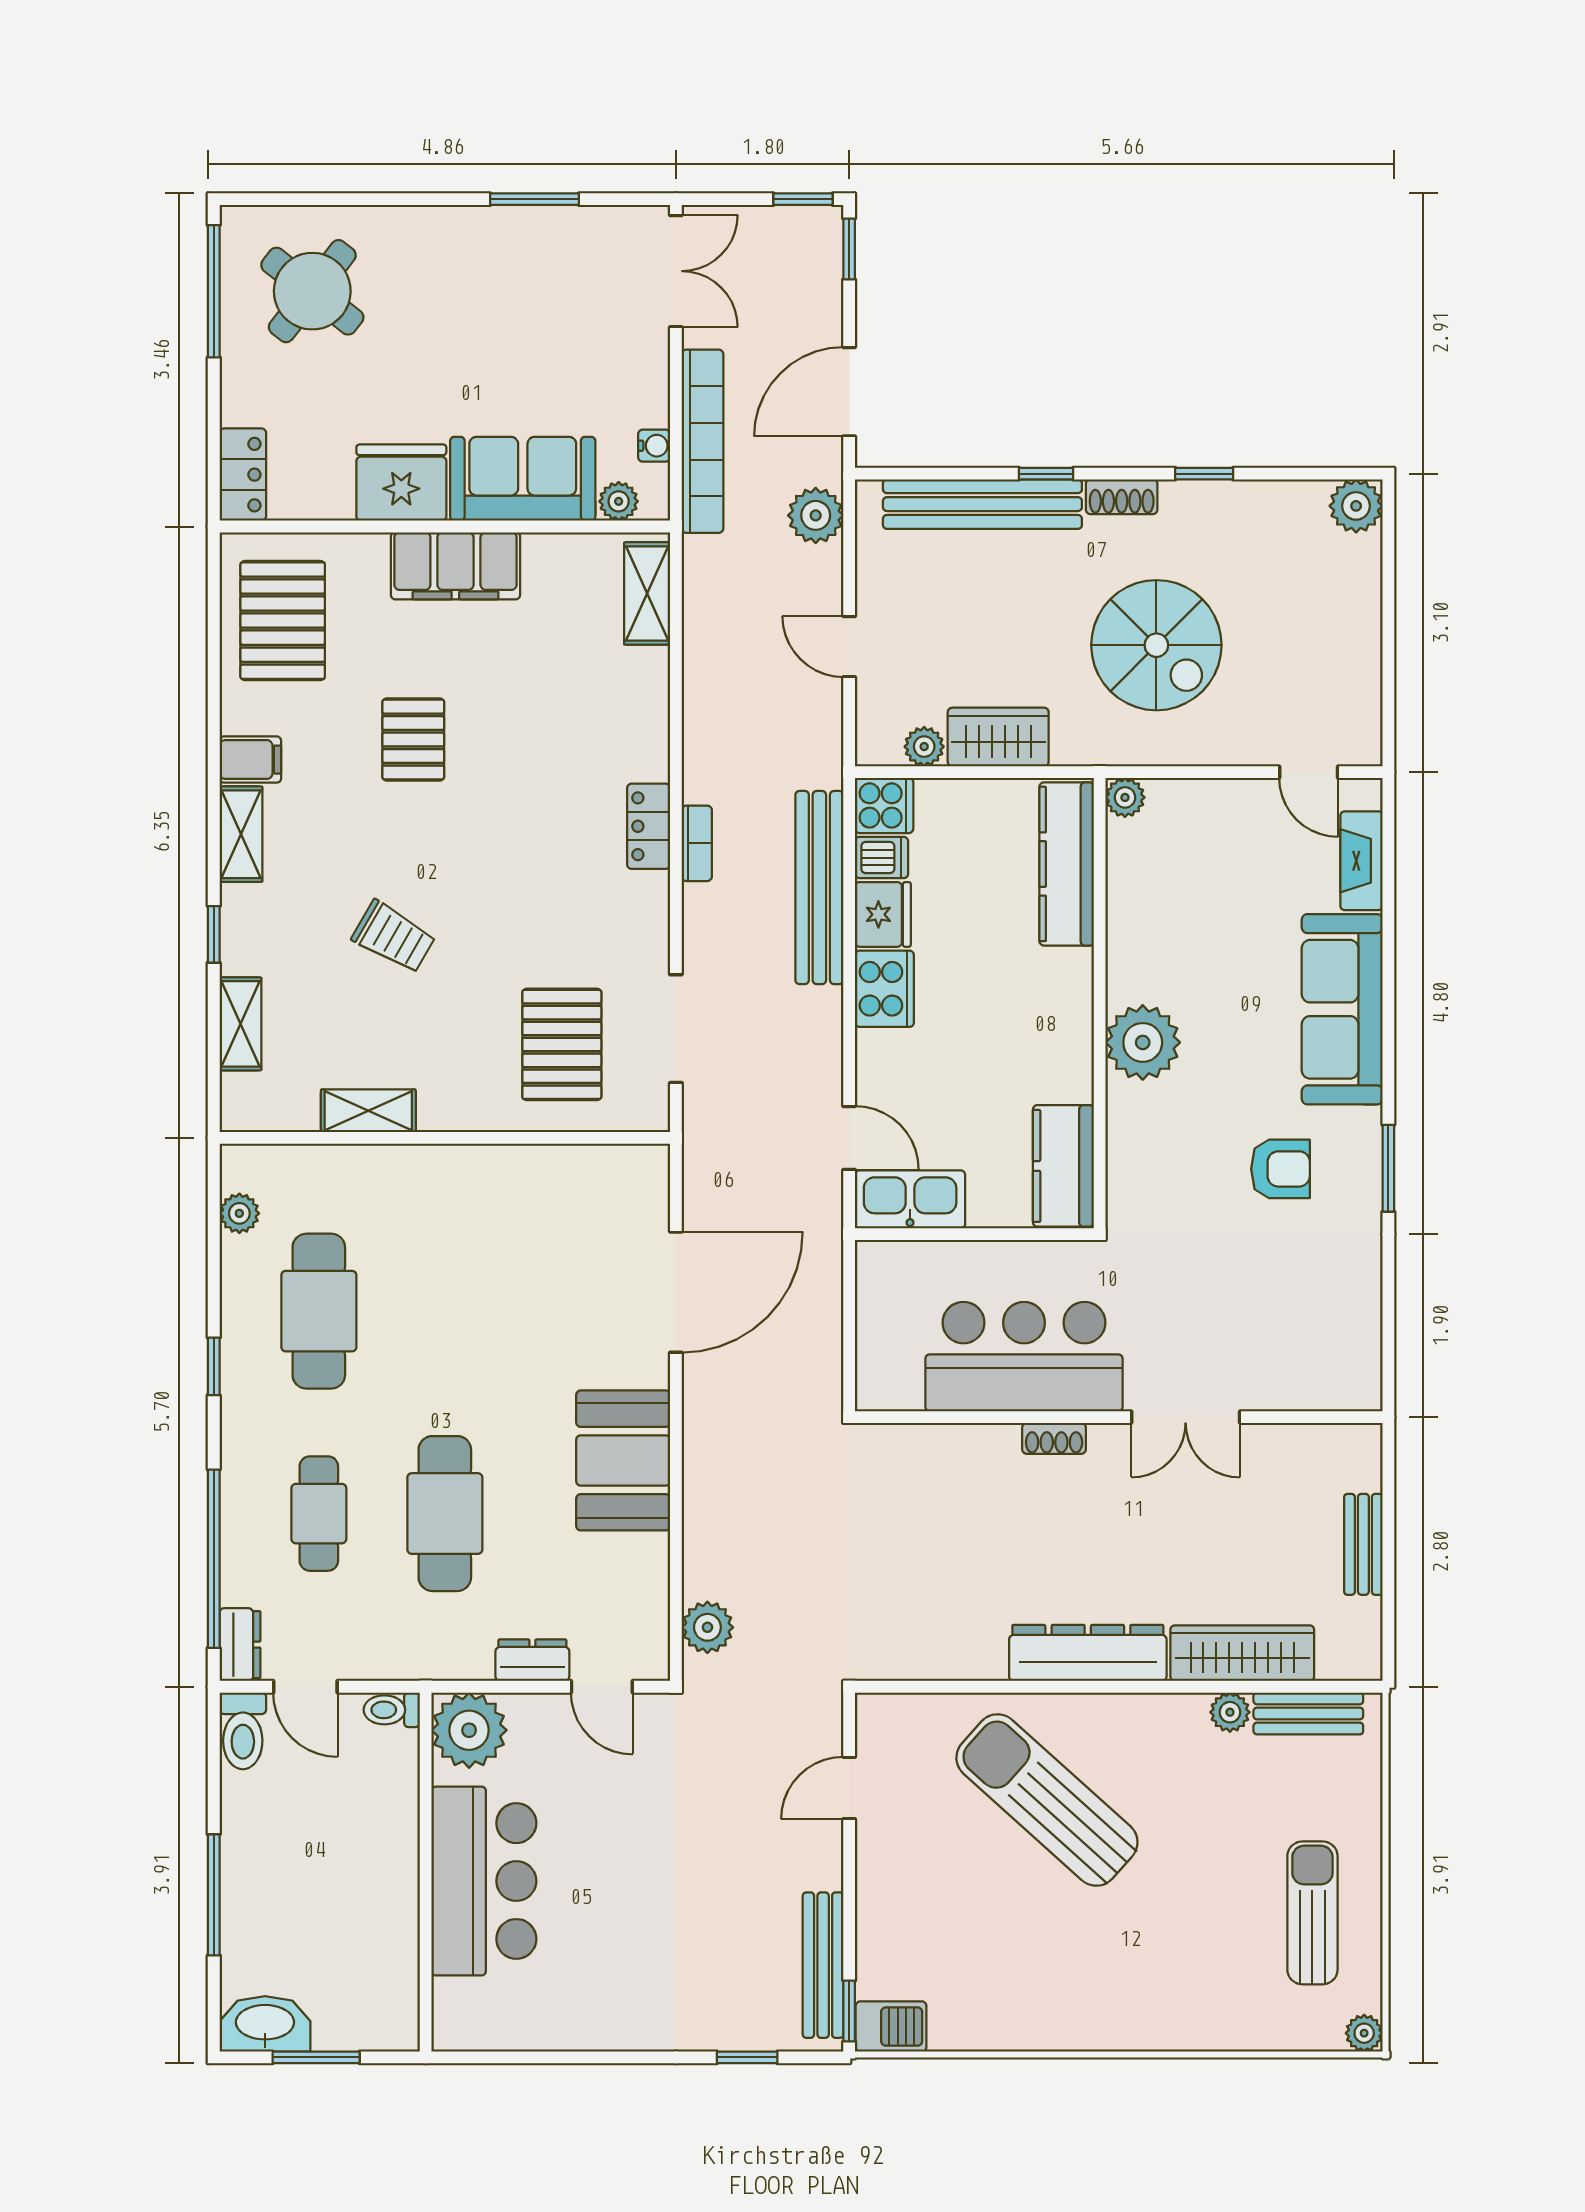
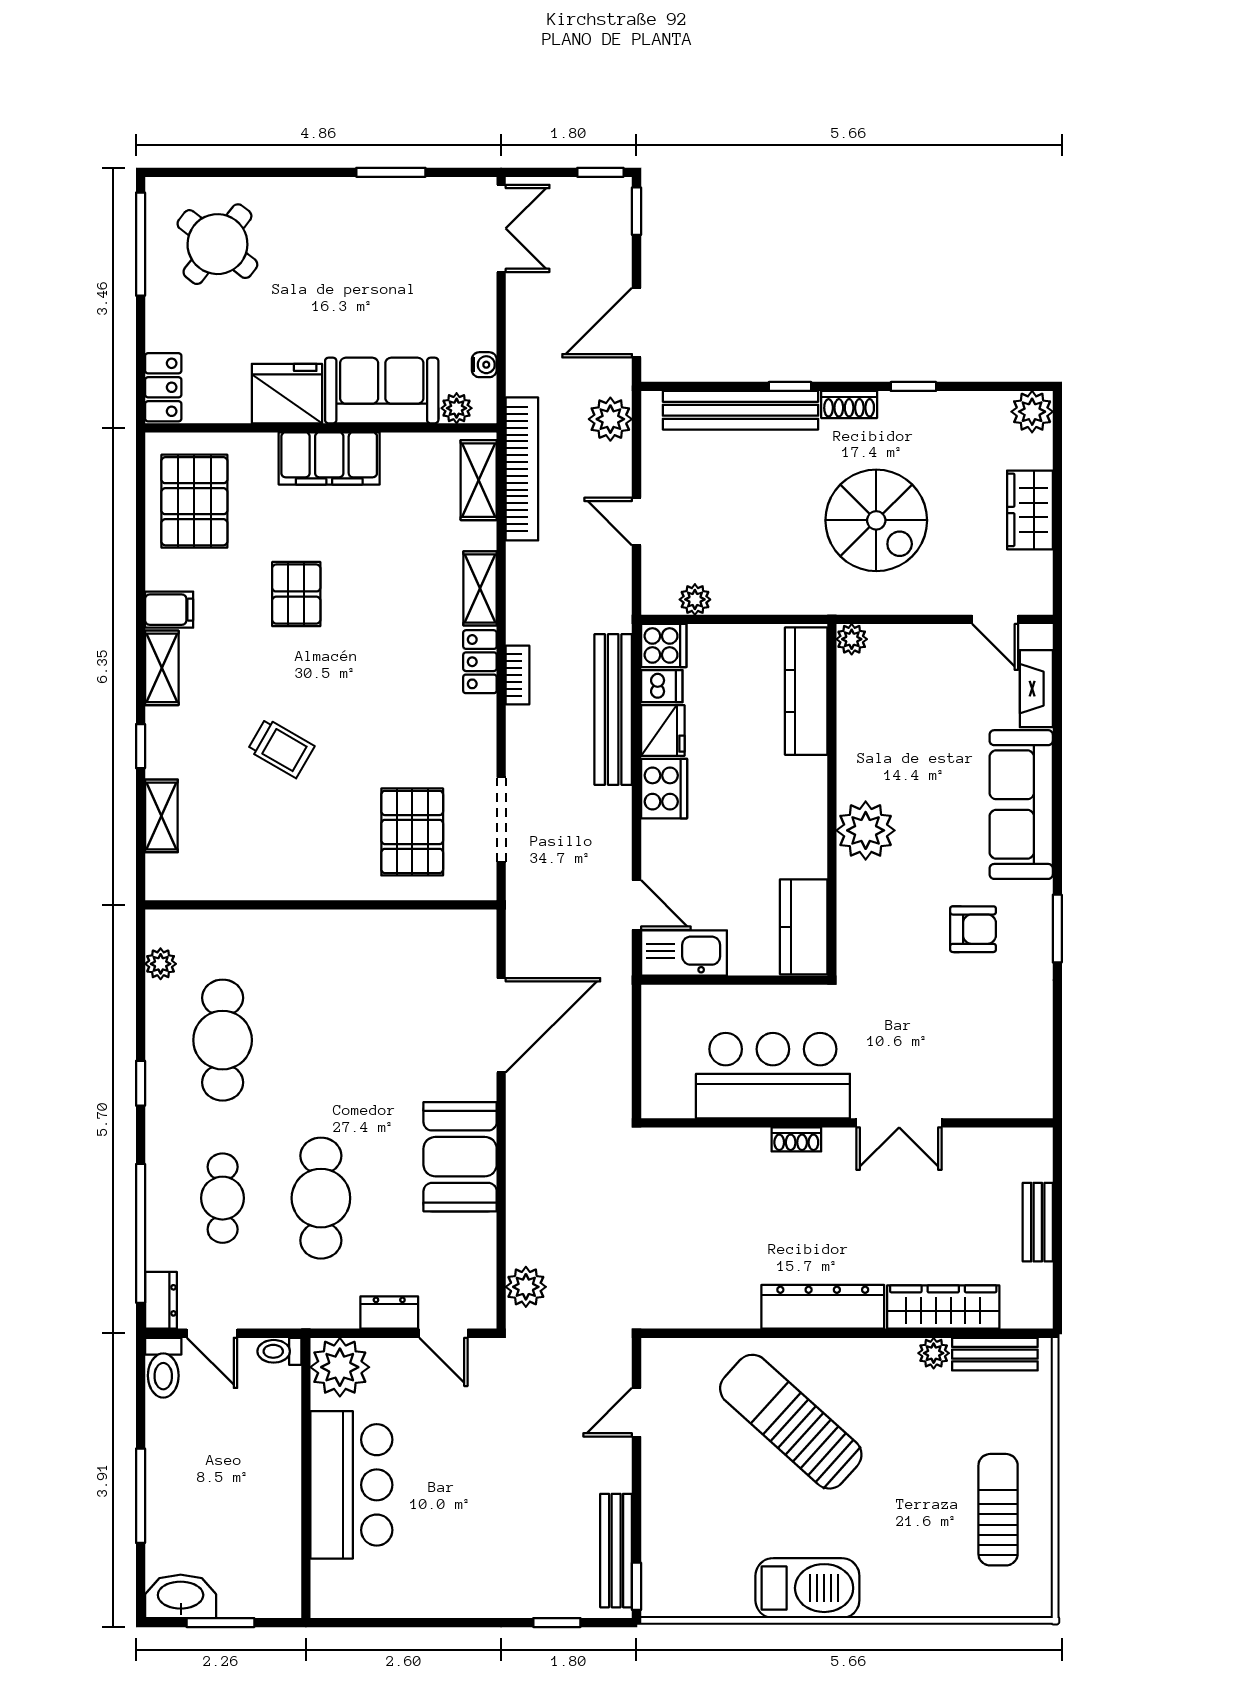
bookcase: (702, 441) -> (522, 469), moved
wardrobe: (998, 737) -> (1030, 510), moved, turned -90
shelving: (368, 1111) -> (480, 588), moved, turned 90
barbecue: (891, 2027) -> (807, 1588), moved, width x1.88, depth x1.53
plant: (1364, 2033) -> (1038, 1604), removed

